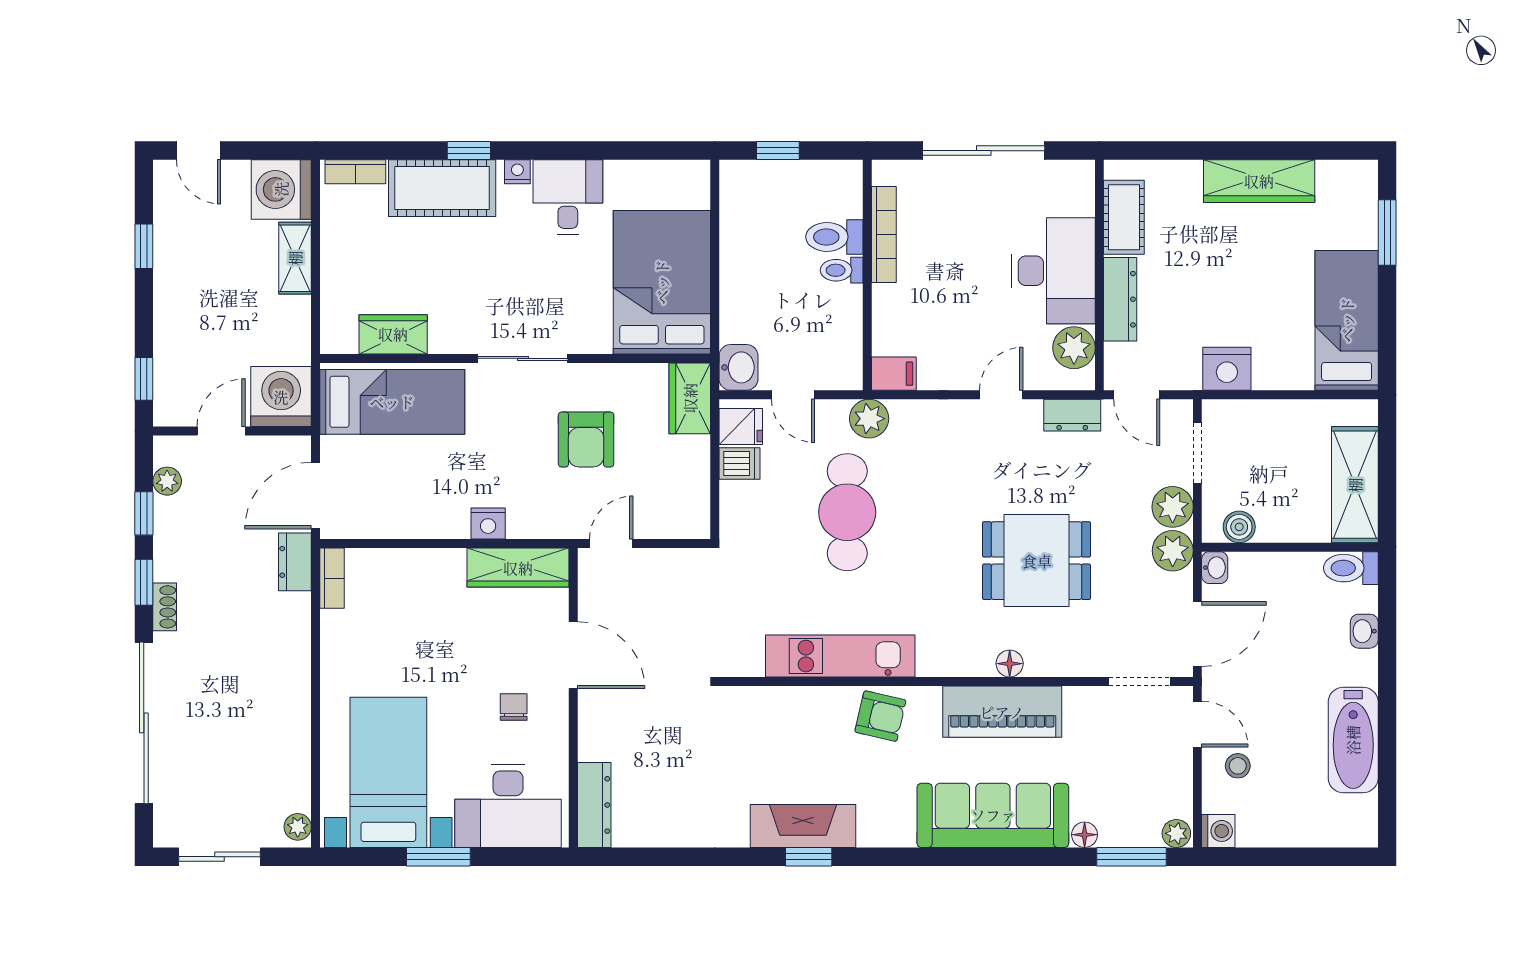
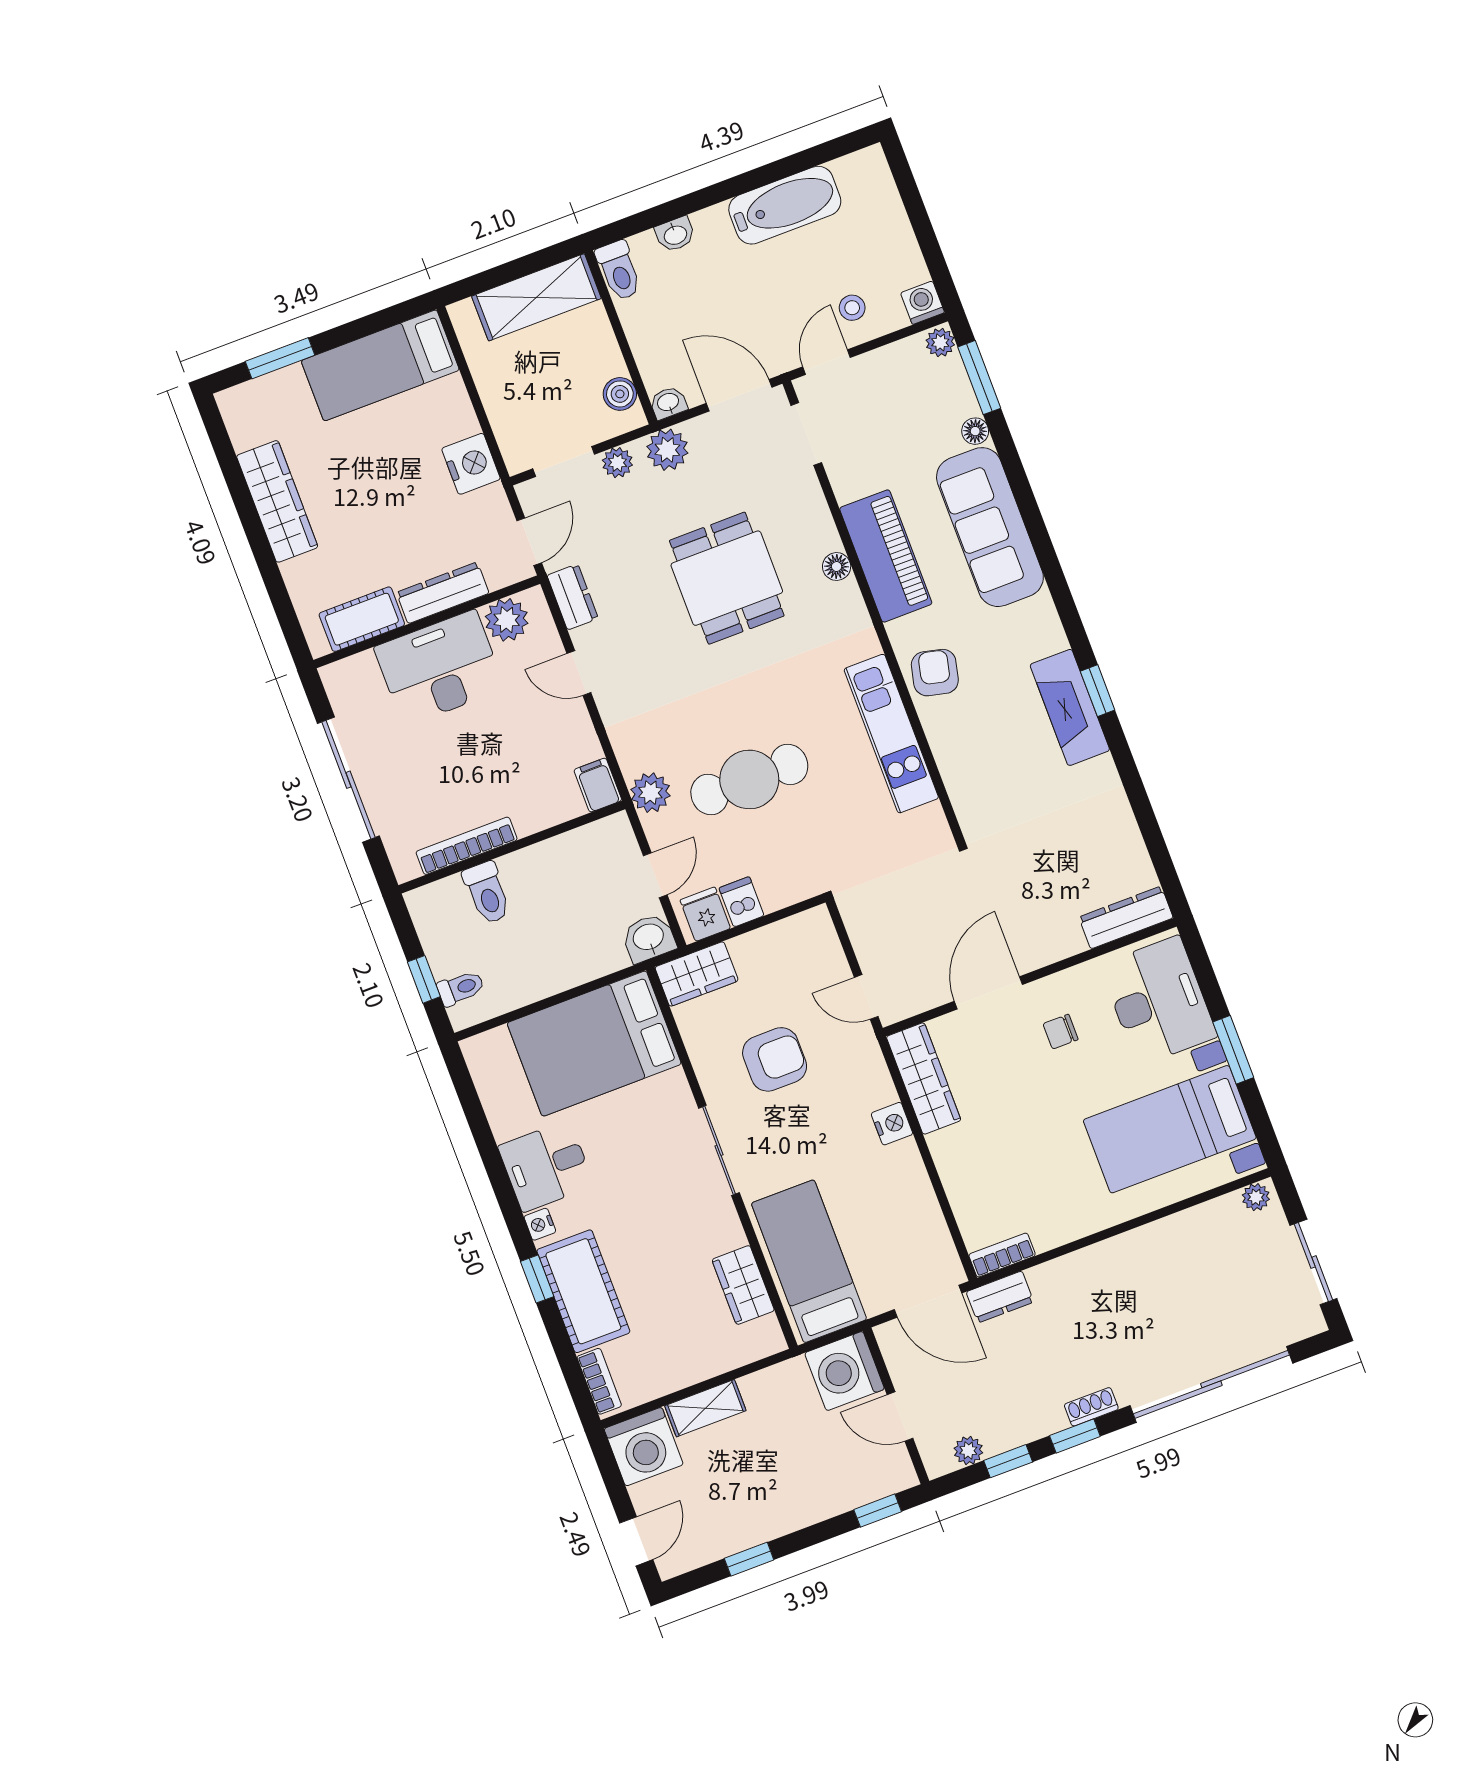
toilet: (842, 270) -> (461, 988), moved, turned -90
plant: (1173, 507) -> (617, 463), width x0.73, depth x0.73

